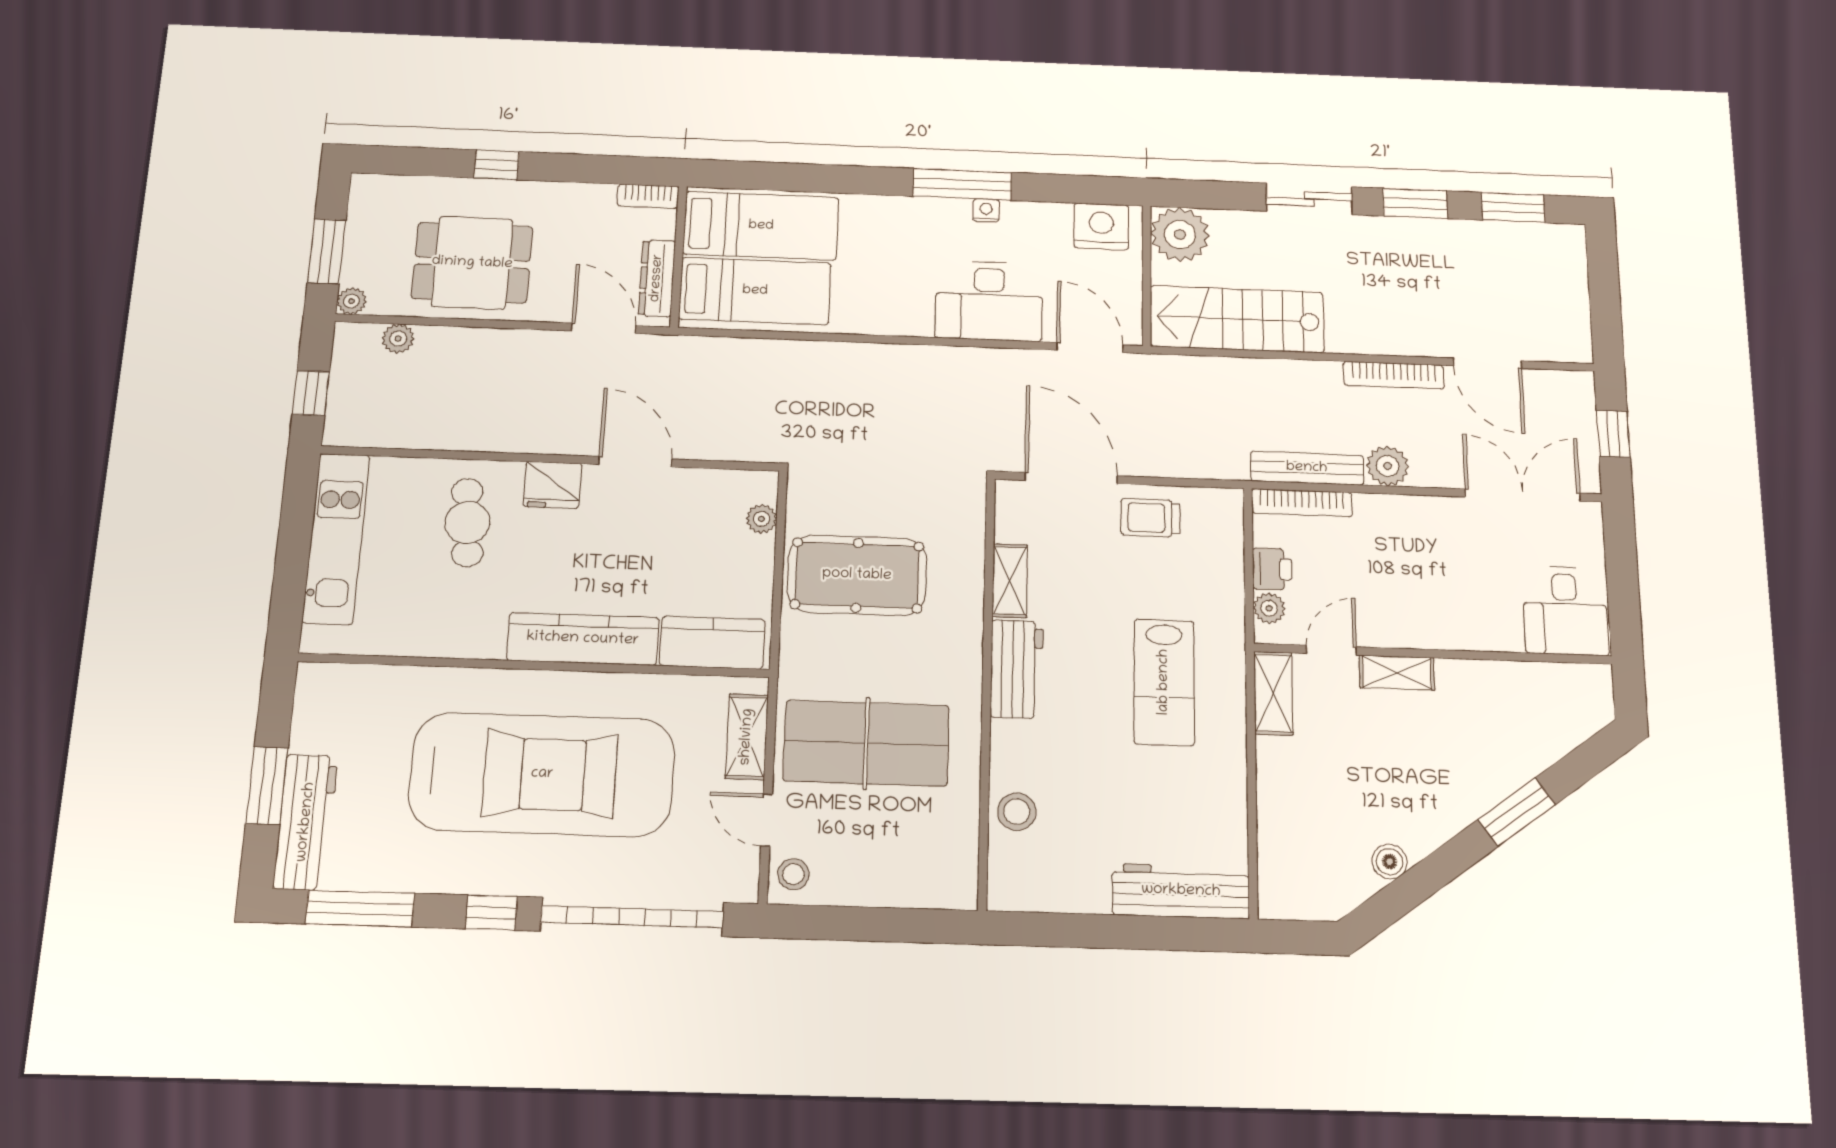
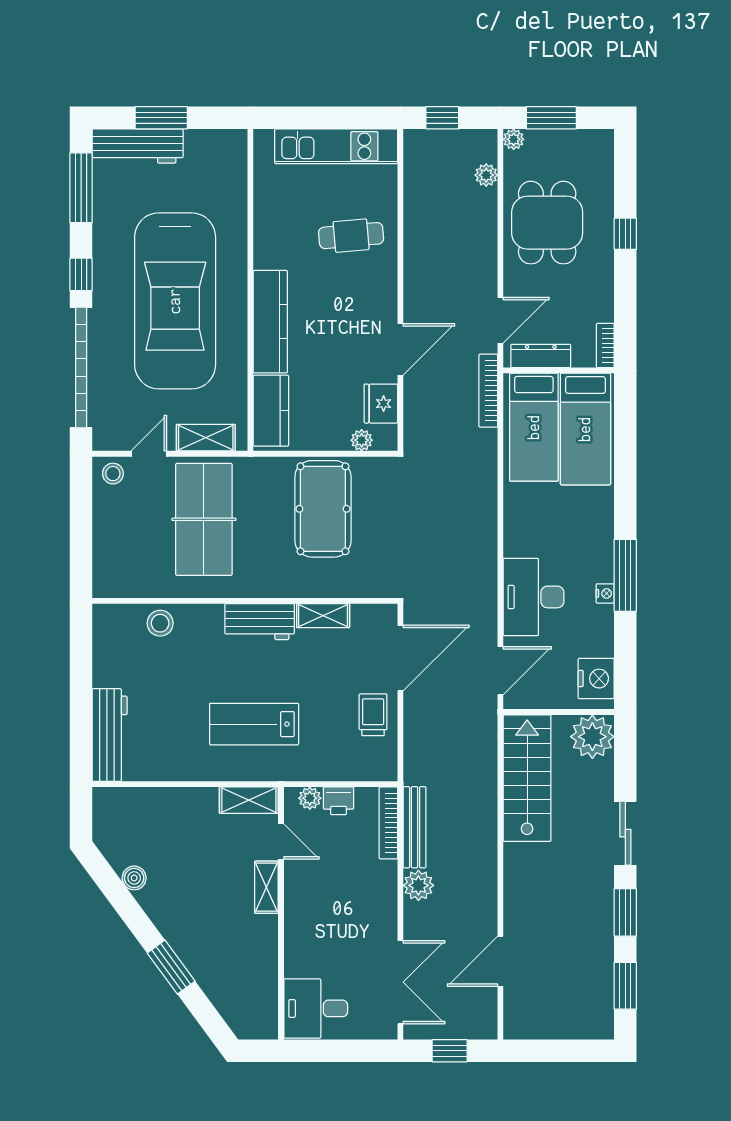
bookcase: (1394, 375) -> (488, 391), moved
fridge: (553, 485) -> (381, 404), moved

